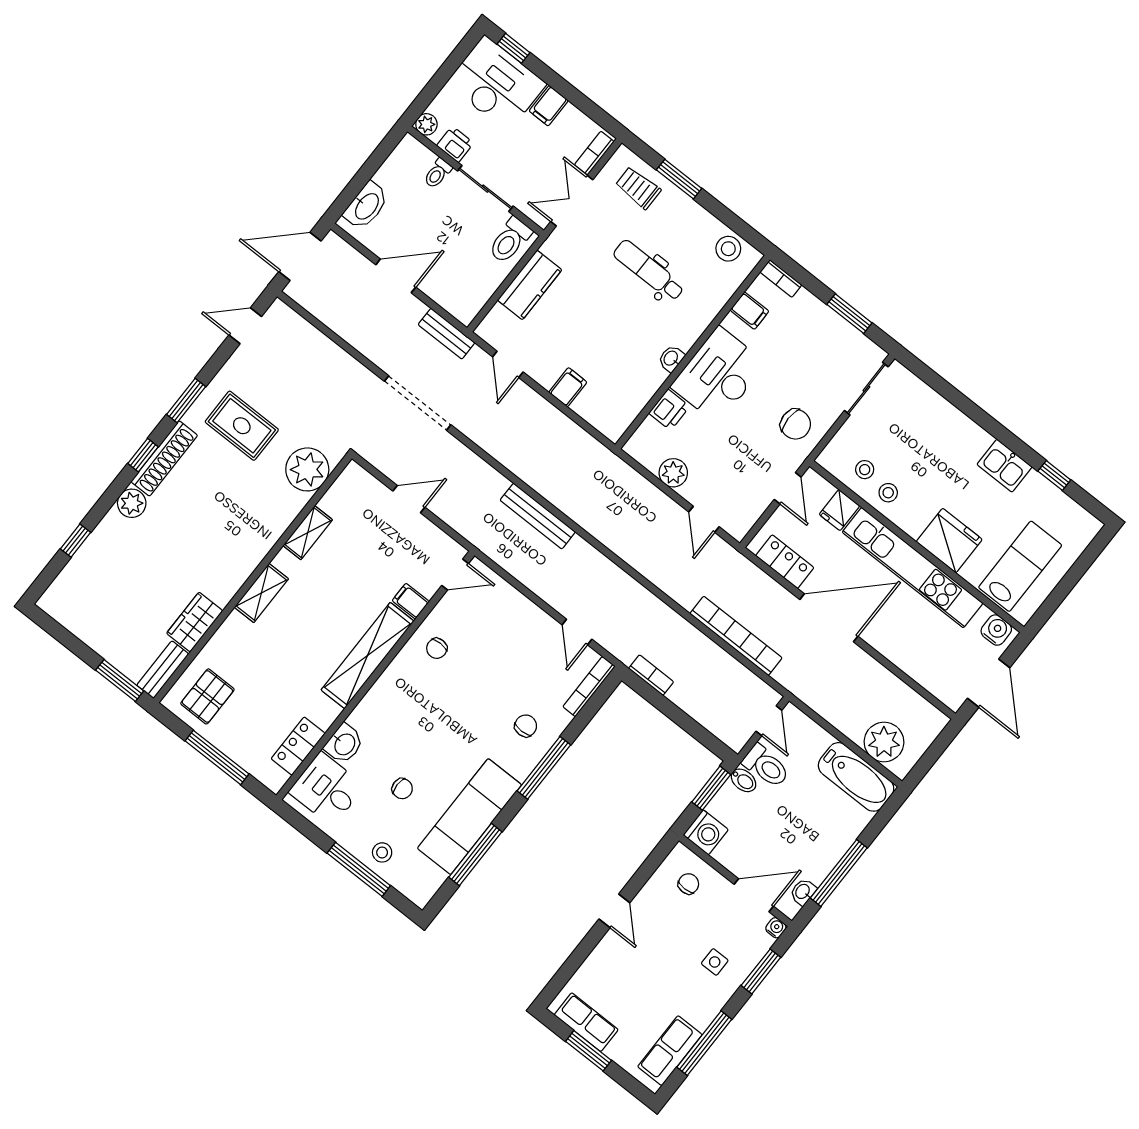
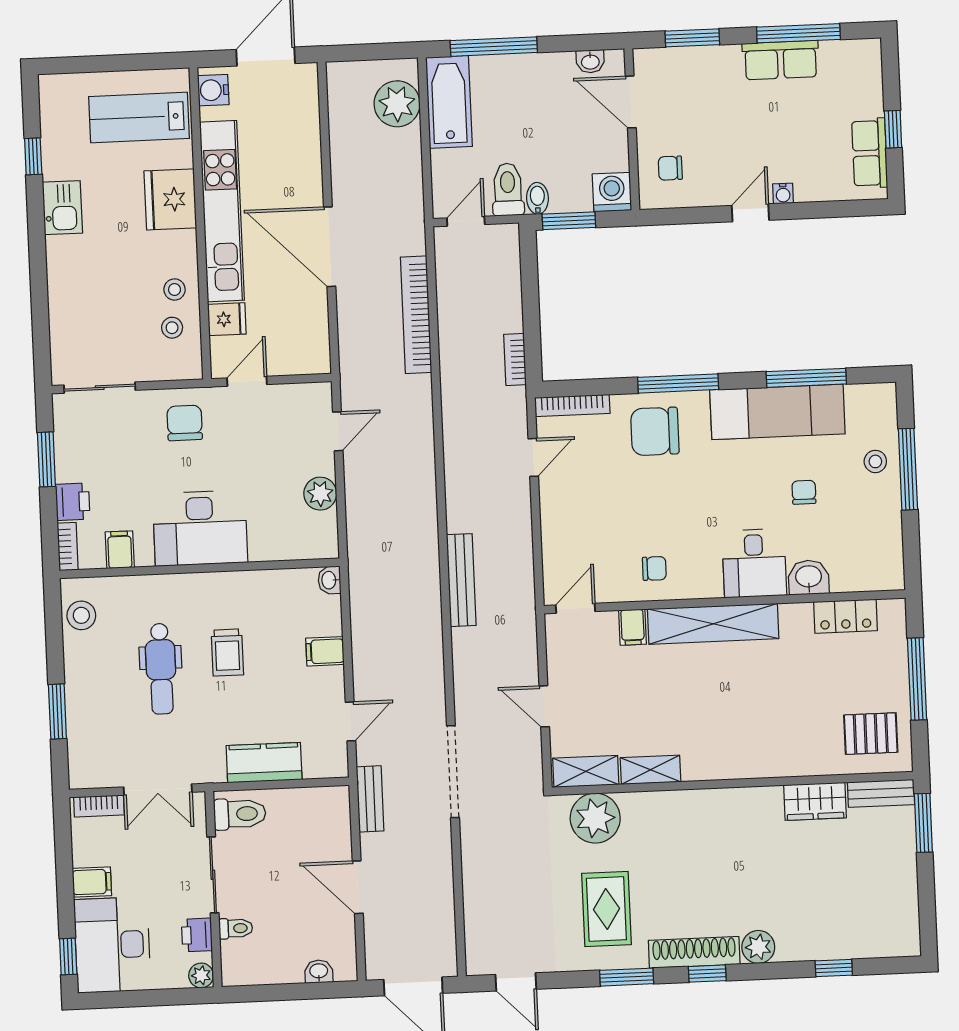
trolley: (638, 188) -> (227, 652), moved
washbasin: (366, 206) -> (319, 971), width x0.52, depth x0.69
washbasin: (671, 359) -> (329, 580), moved, turned 90
printer: (669, 410) -> (73, 502), moved, turned 90
locker: (785, 562) -> (314, 328), removed
door: (455, 575) -> (575, 608), hinge flipped
shelving: (261, 593) -> (586, 771), moved
chair: (526, 726) -> (655, 431), width x1.87, depth x1.87
desk: (327, 789) -> (754, 563), moved
window: (839, 873) -> (494, 47), moved
water cooler: (776, 928) -> (783, 194), moved, turned -90
side table: (715, 962) -> (719, 86), removed
window: (588, 1051) -> (893, 129), width x0.67
row of seats: (670, 1051) -> (781, 60), moved

